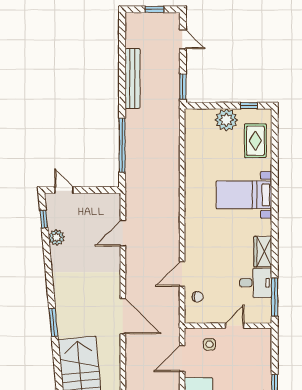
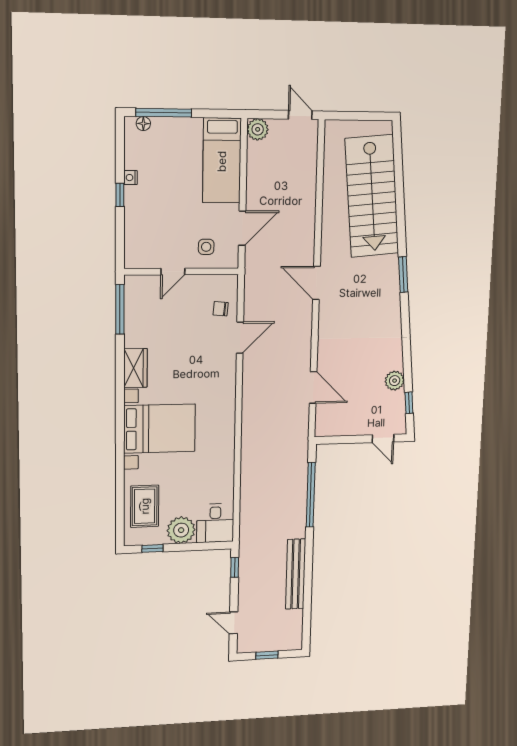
window: (183, 87) -> (235, 567), width x0.67
bed with nightstands: (244, 195) -> (160, 429), width x1.36
door: (123, 233) -> (313, 387), hinge flipped
desk: (256, 283) -> (215, 523), moved, turned -90
door: (123, 316) -> (316, 283), width x0.73

